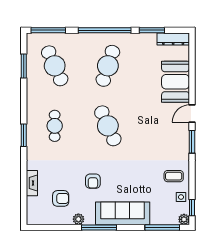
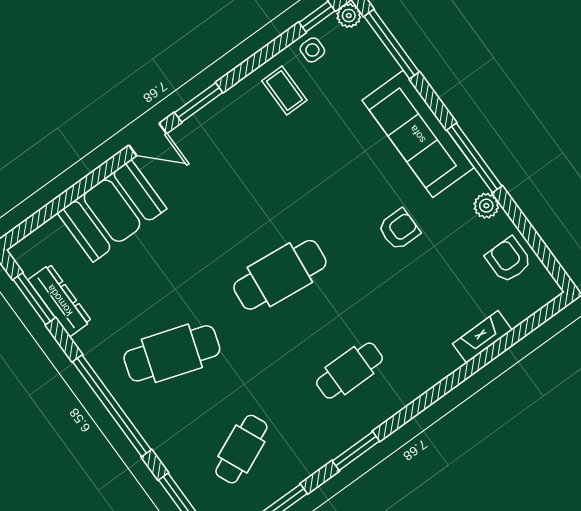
window: (152, 30) -> (34, 299), moved
dresser: (173, 39) -> (60, 300), moved
cafe table: (55, 66) -> (241, 449), width x0.73, depth x0.74
cafe table: (108, 126) -> (280, 275), turned 30
window: (24, 135) -> (356, 451), moved
armchair: (61, 198) -> (508, 260), moved

